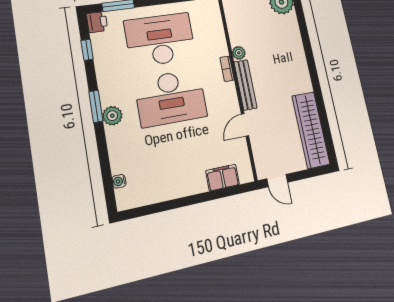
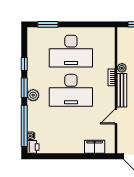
printer: (97, 22) -> (33, 147), moved
desk: (160, 40) -> (71, 51), turned 180
window: (87, 50) -> (24, 64), moved
window: (105, 168) -> (24, 126), added

